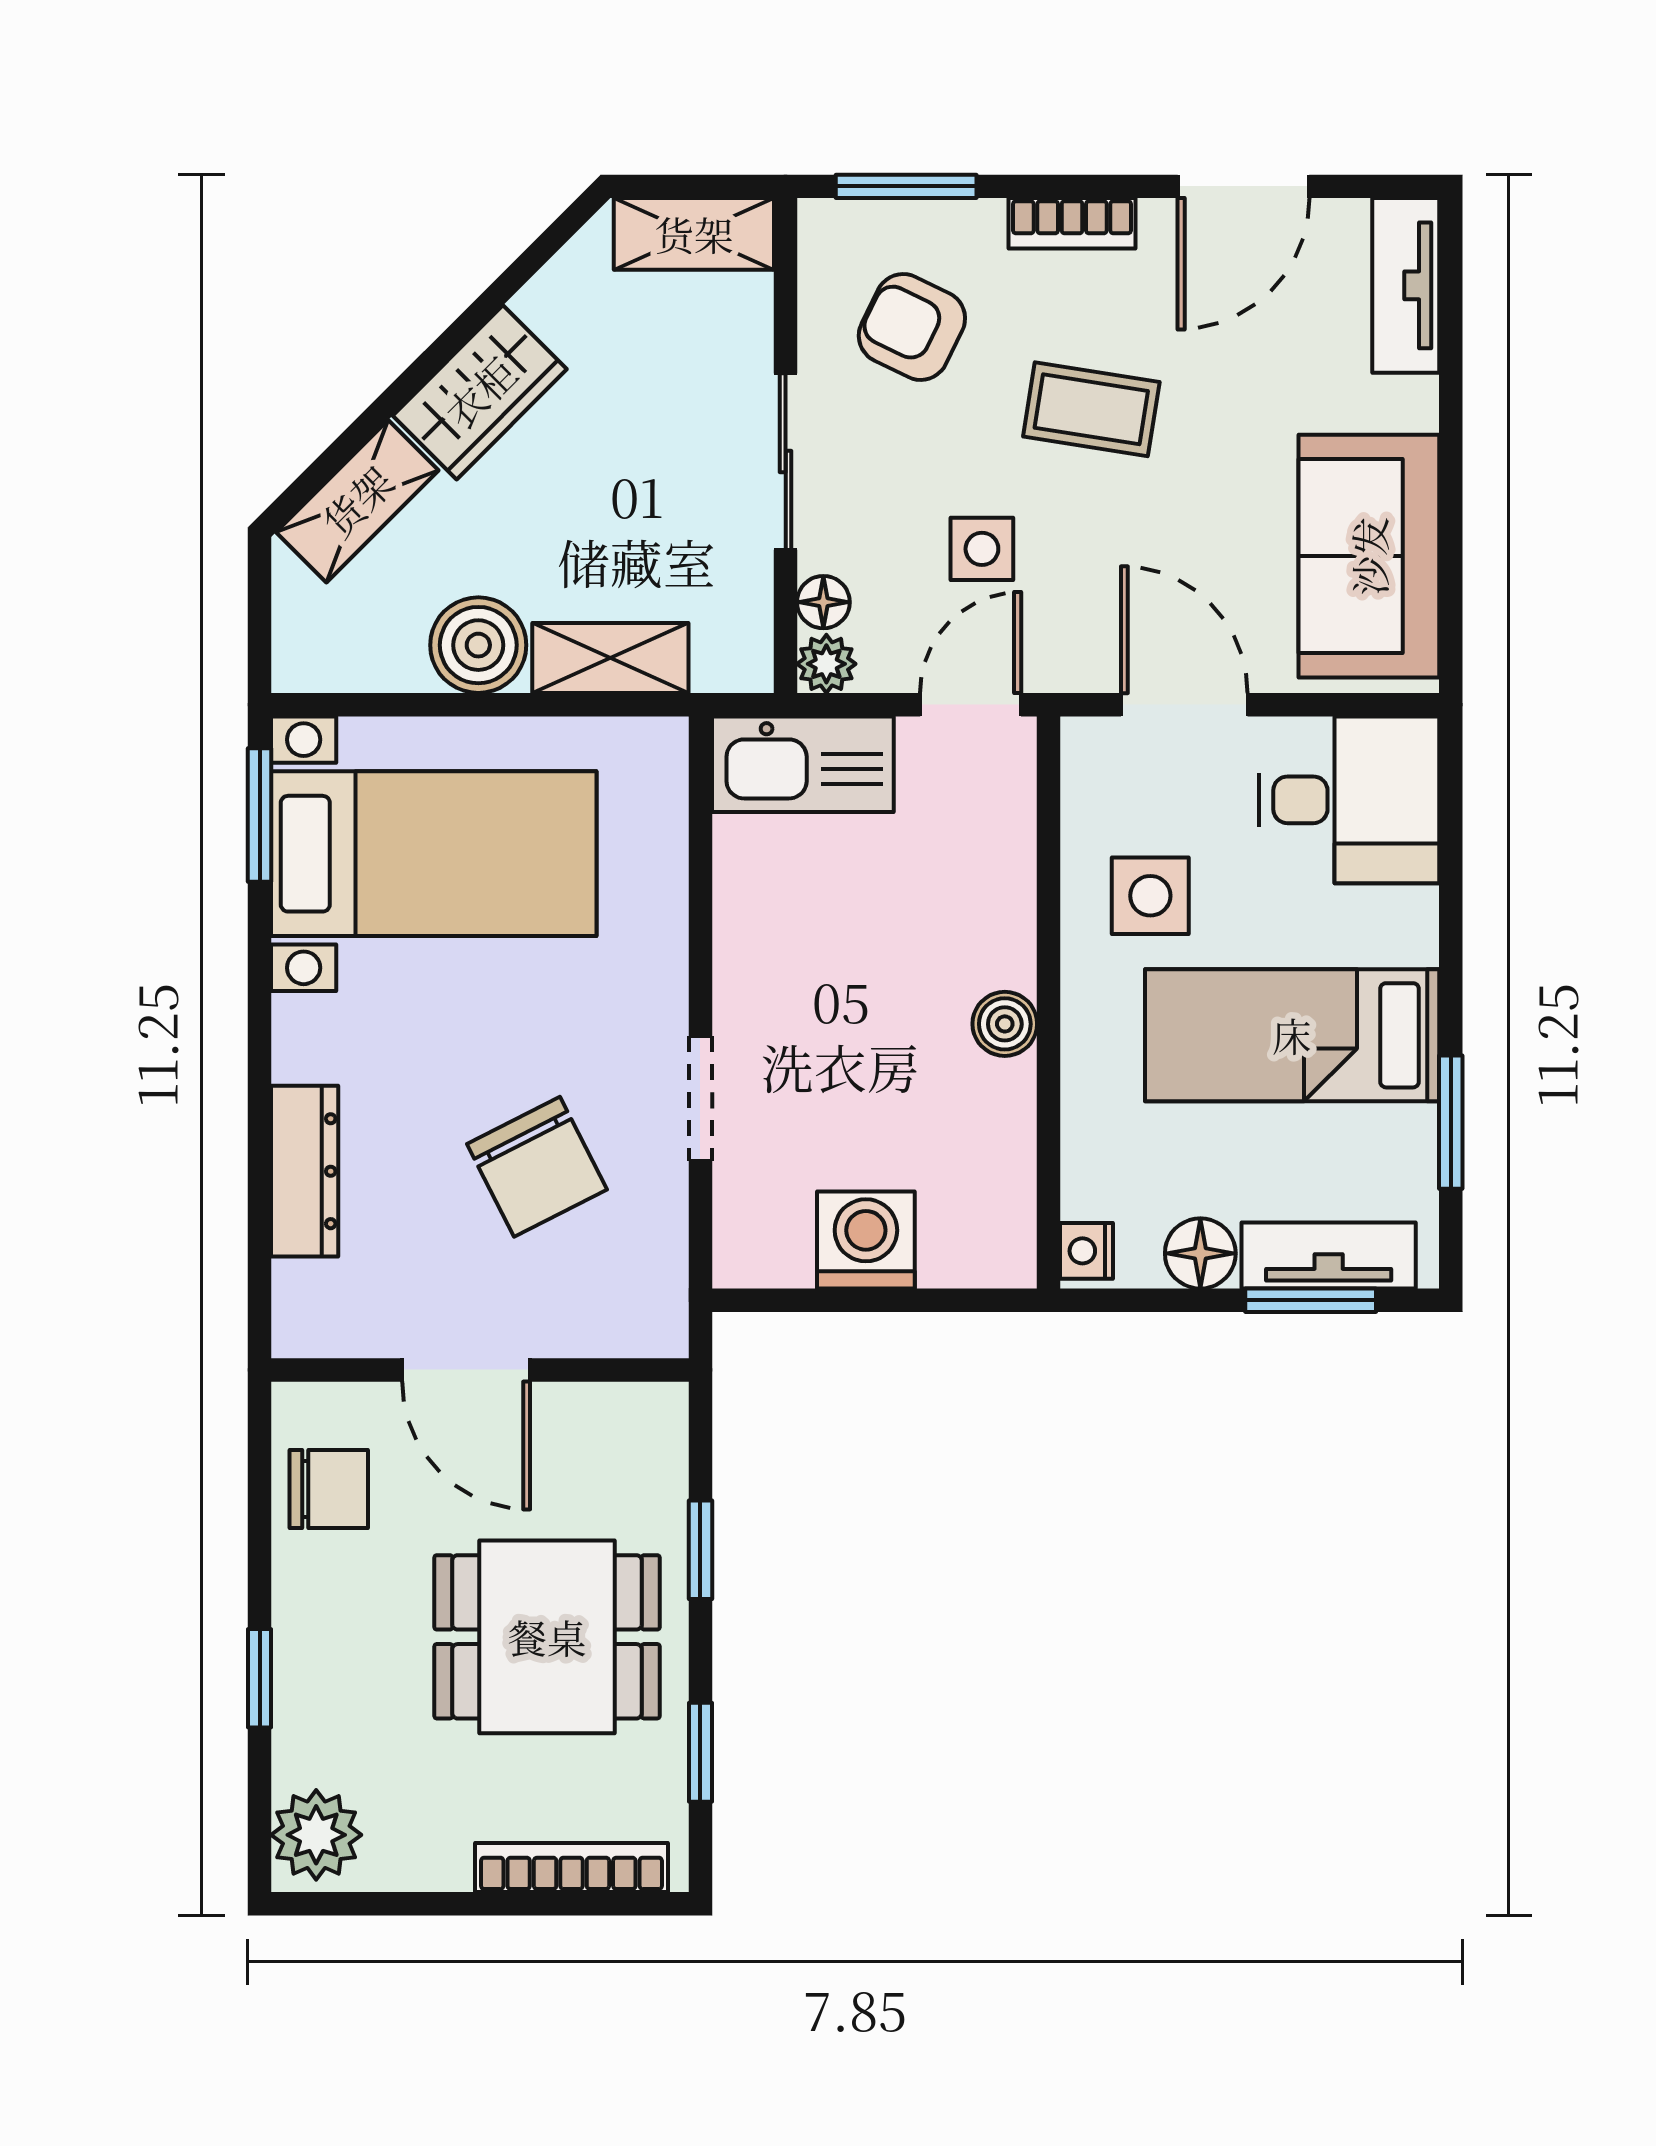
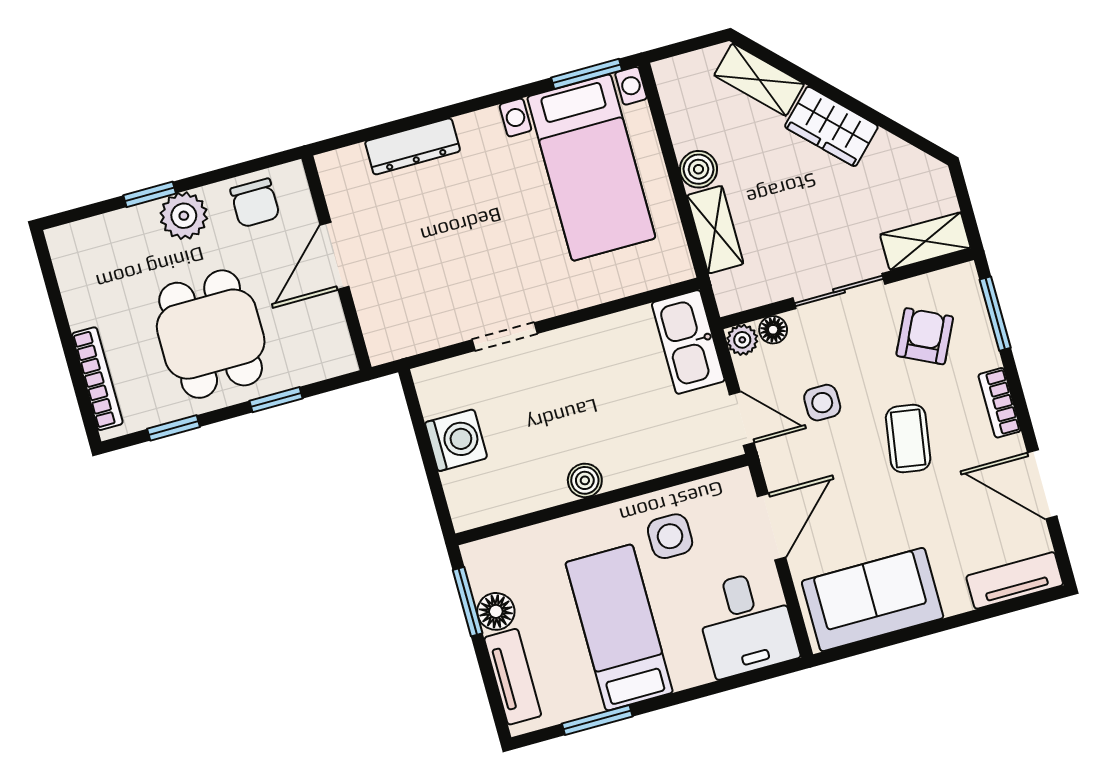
shelving: (694, 234) -> (925, 241), moved, turned 90
boiler: (478, 645) -> (699, 169), width x0.73, depth x0.73
chair: (537, 1167) -> (447, 263), removed
nightstand: (1087, 1251) -> (481, 553), removed
window: (1311, 1300) -> (468, 602), moved
plant: (316, 1835) -> (184, 216), moved

